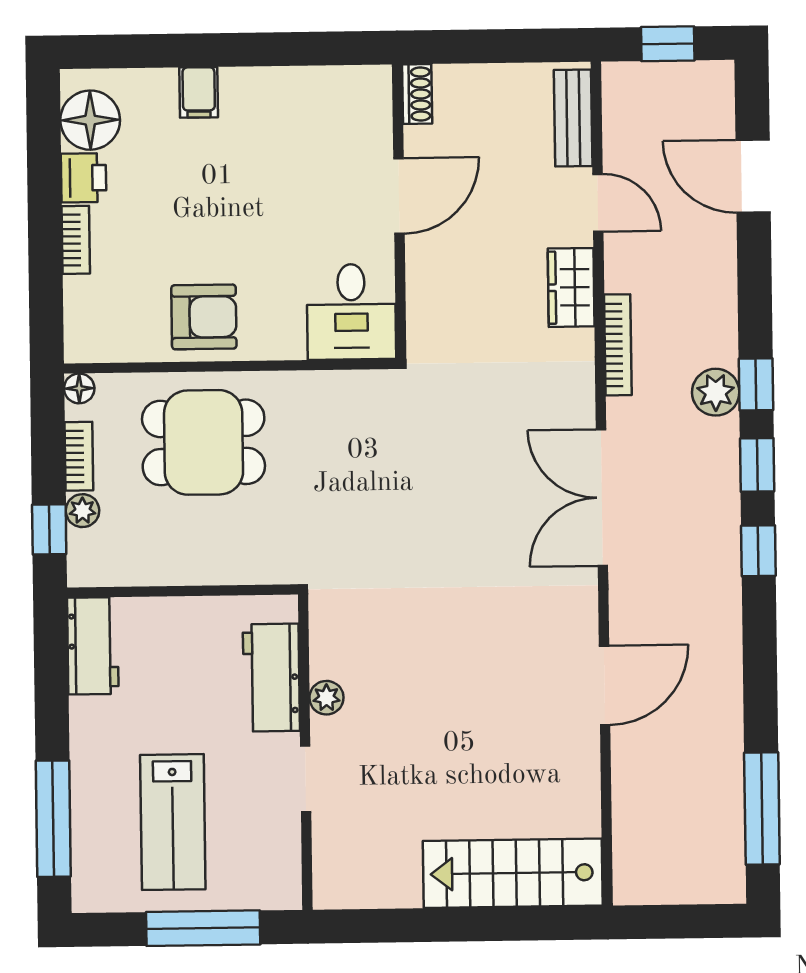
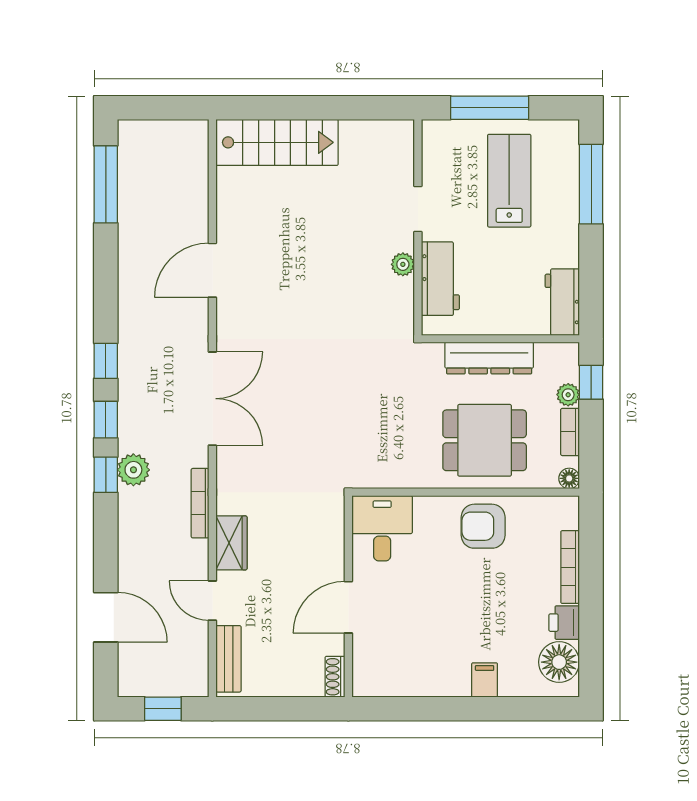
bookcase: (76, 240) -> (570, 567), width x1.56
dresser: (199, 563) -> (489, 358), added

